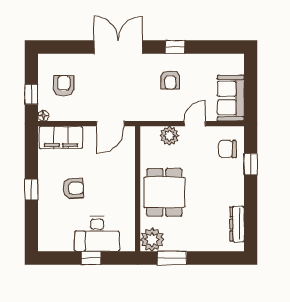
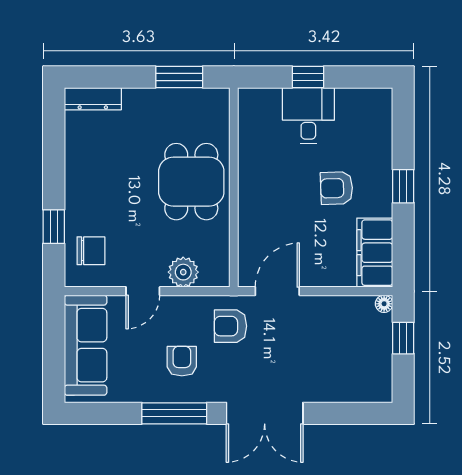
window: (175, 47) -> (174, 413), width x2.17
armchair: (64, 86) -> (230, 326), moved, turned 90
sofa: (231, 98) -> (86, 345), width x1.36
filing cabinet: (61, 137) -> (375, 253), moved, turned -90
dresser: (237, 224) -> (93, 99), moved, turned 90
desk: (97, 234) -> (308, 116), width x0.73
plant: (152, 240) -> (211, 106), removed

